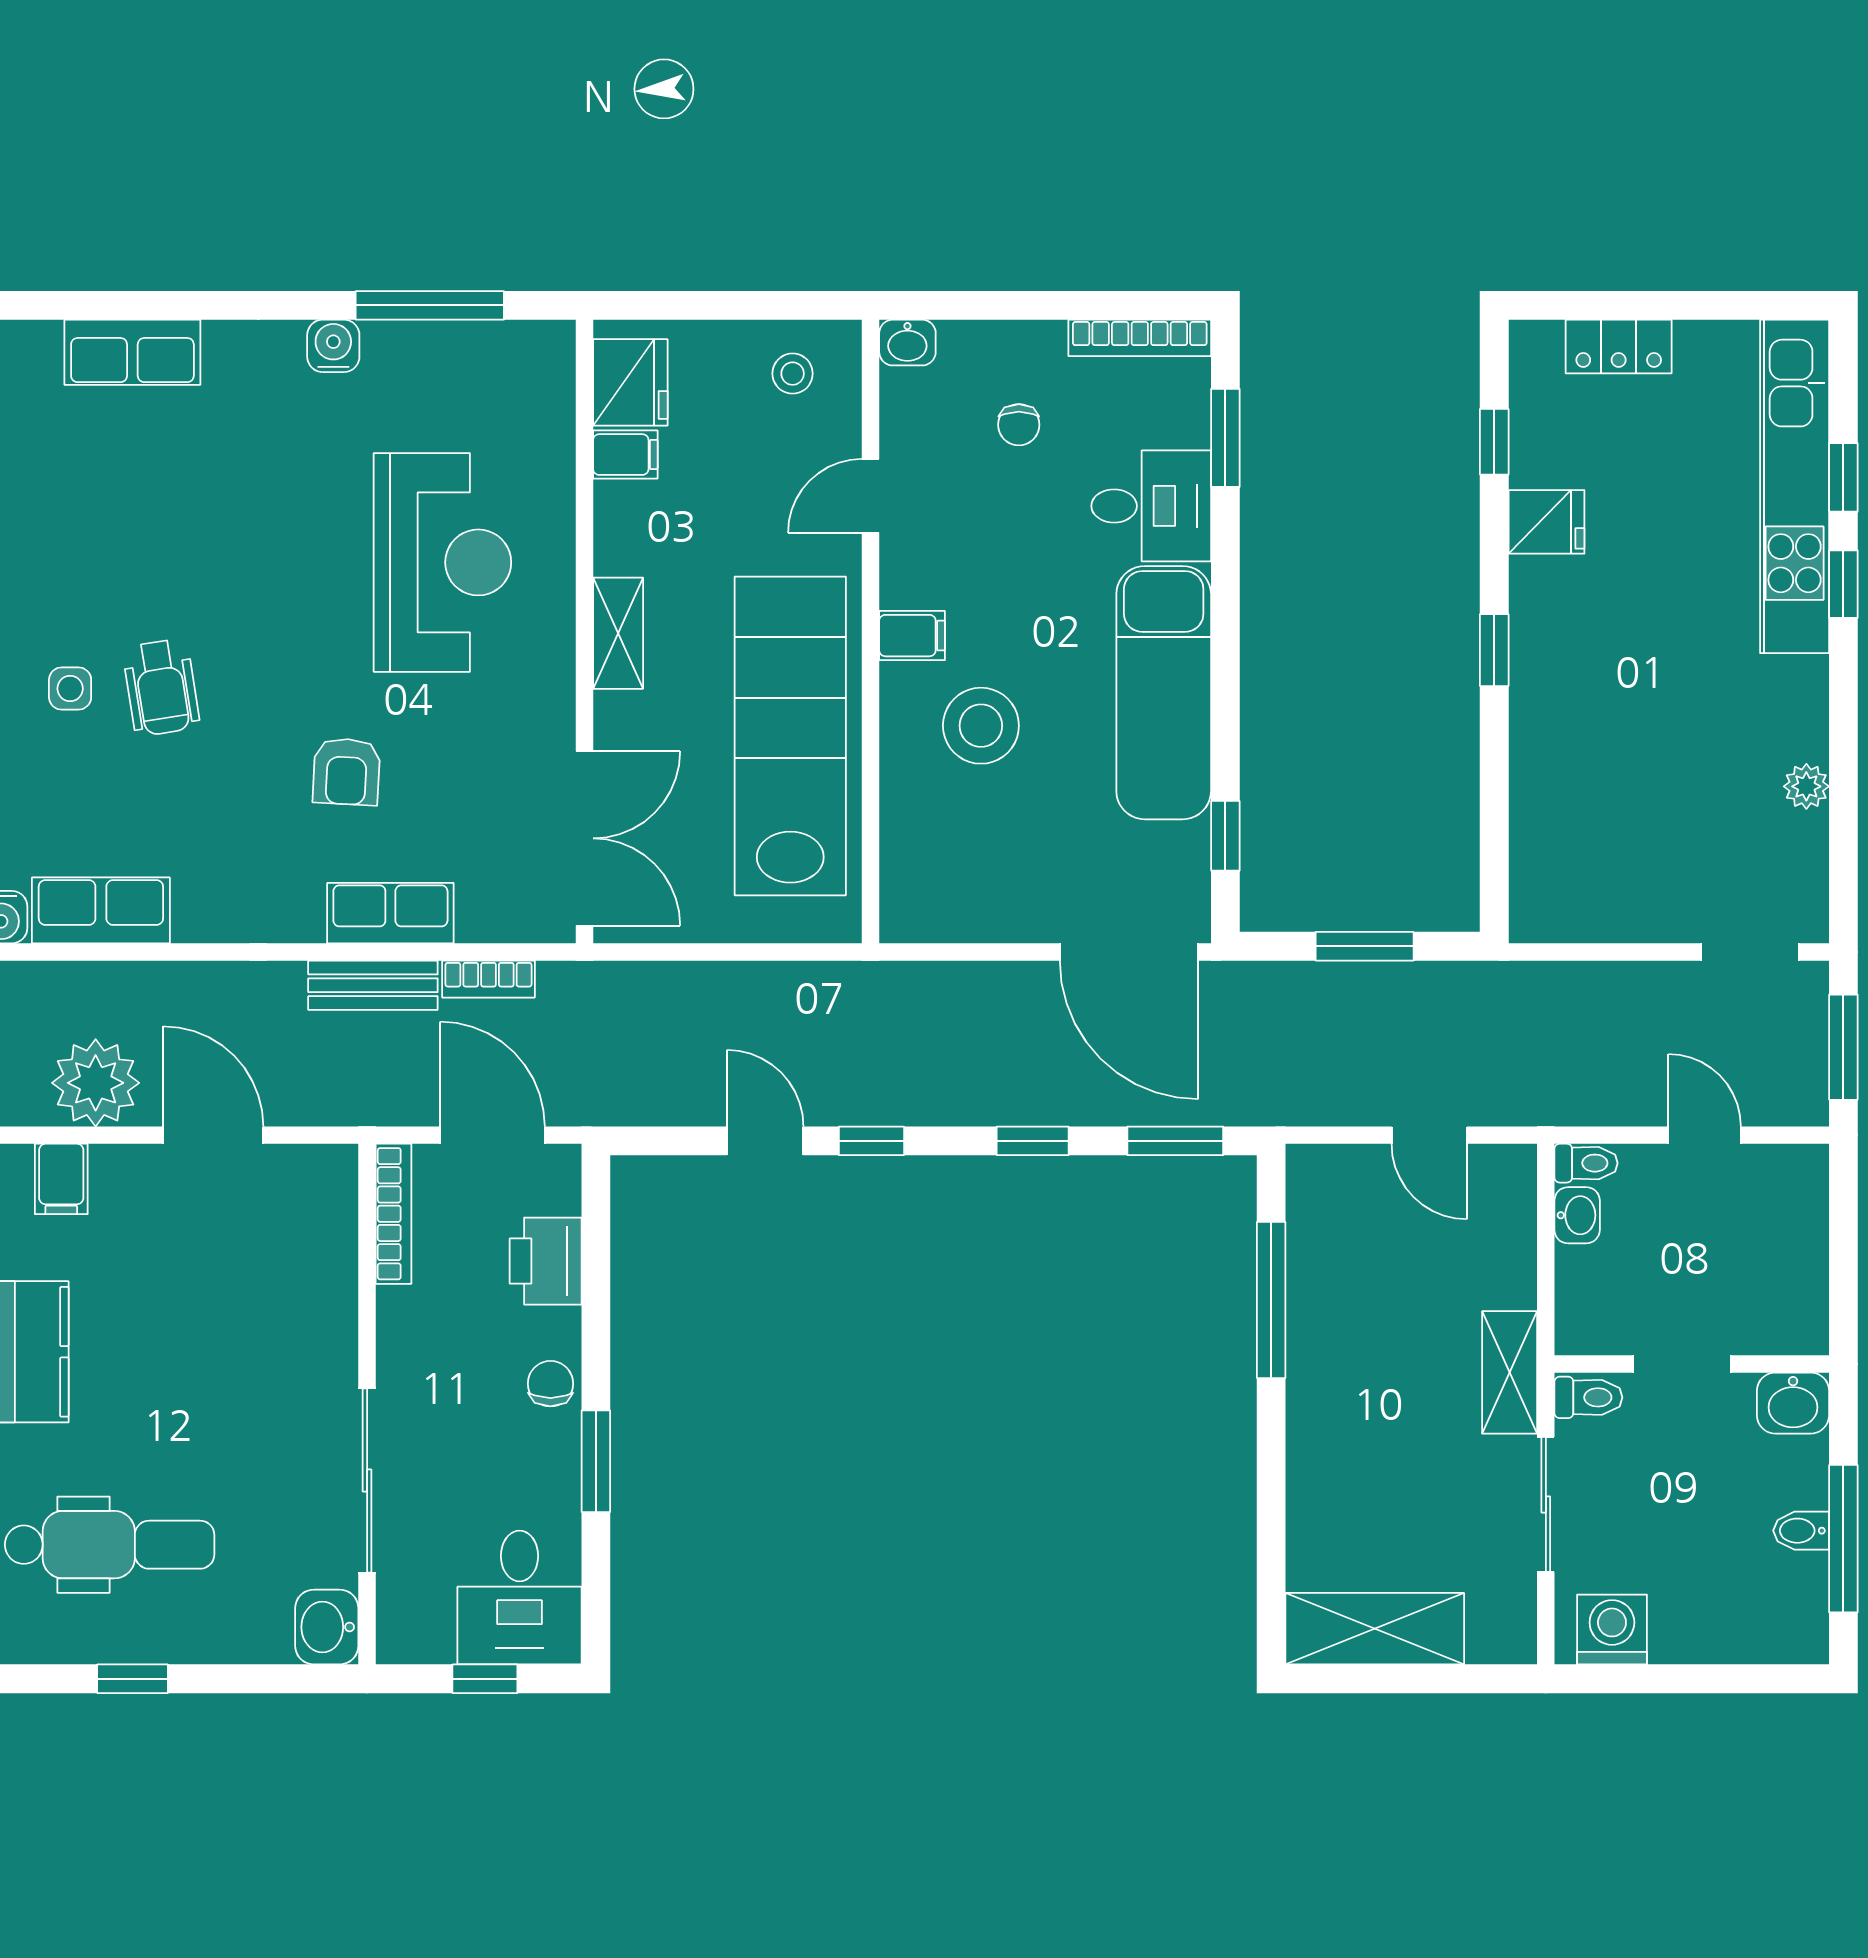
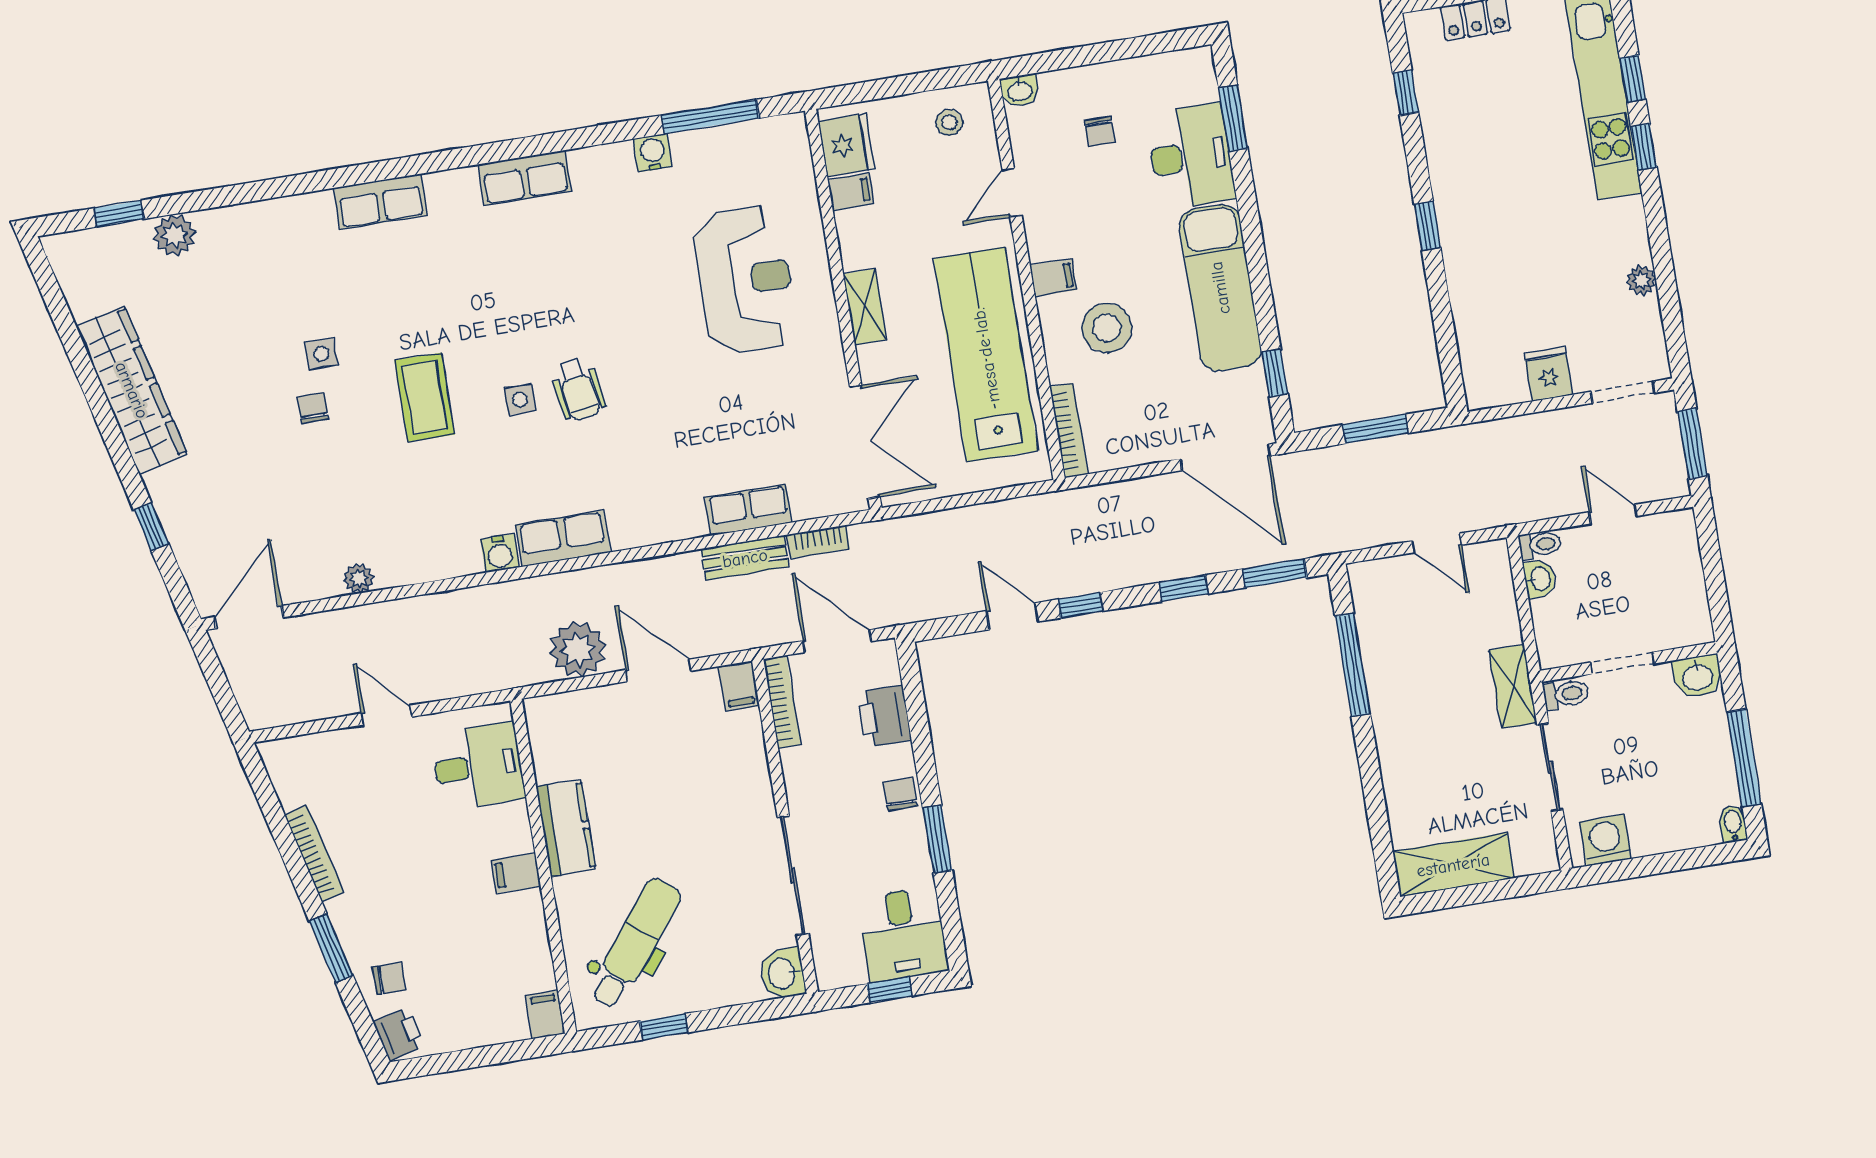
bookcase: (1140, 338) -> (1069, 430), moved, turned -90
desk: (1151, 506) -> (1191, 156), width x1.37
fridge: (1547, 522) -> (1548, 374), moved, turned -90
armchair: (346, 772) -> (706, 424), removed
filing cabinet: (61, 1179) -> (739, 686), moved
bidet: (1801, 1531) -> (1733, 824), moved, turned 90
dental chair: (110, 1545) -> (635, 943), turned -52

